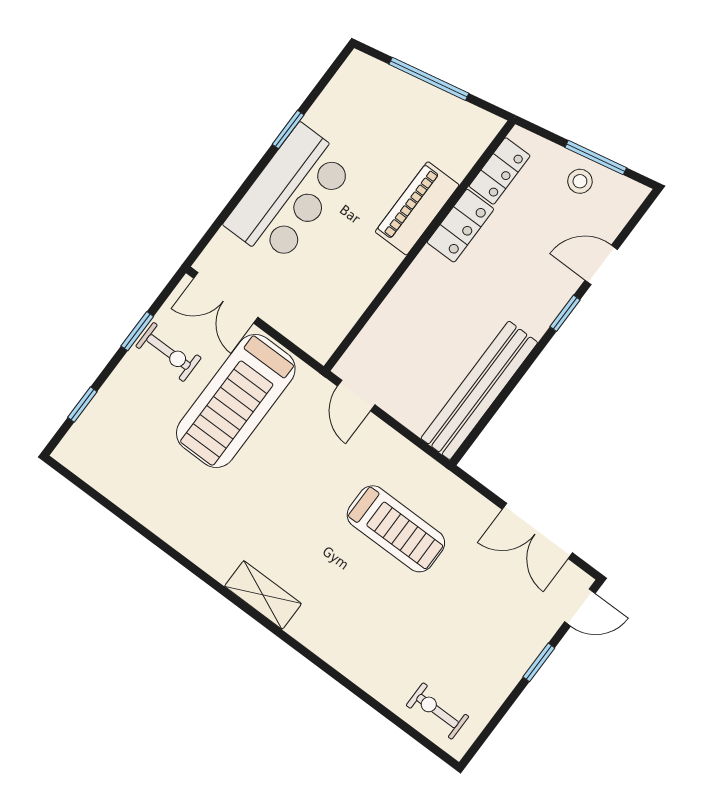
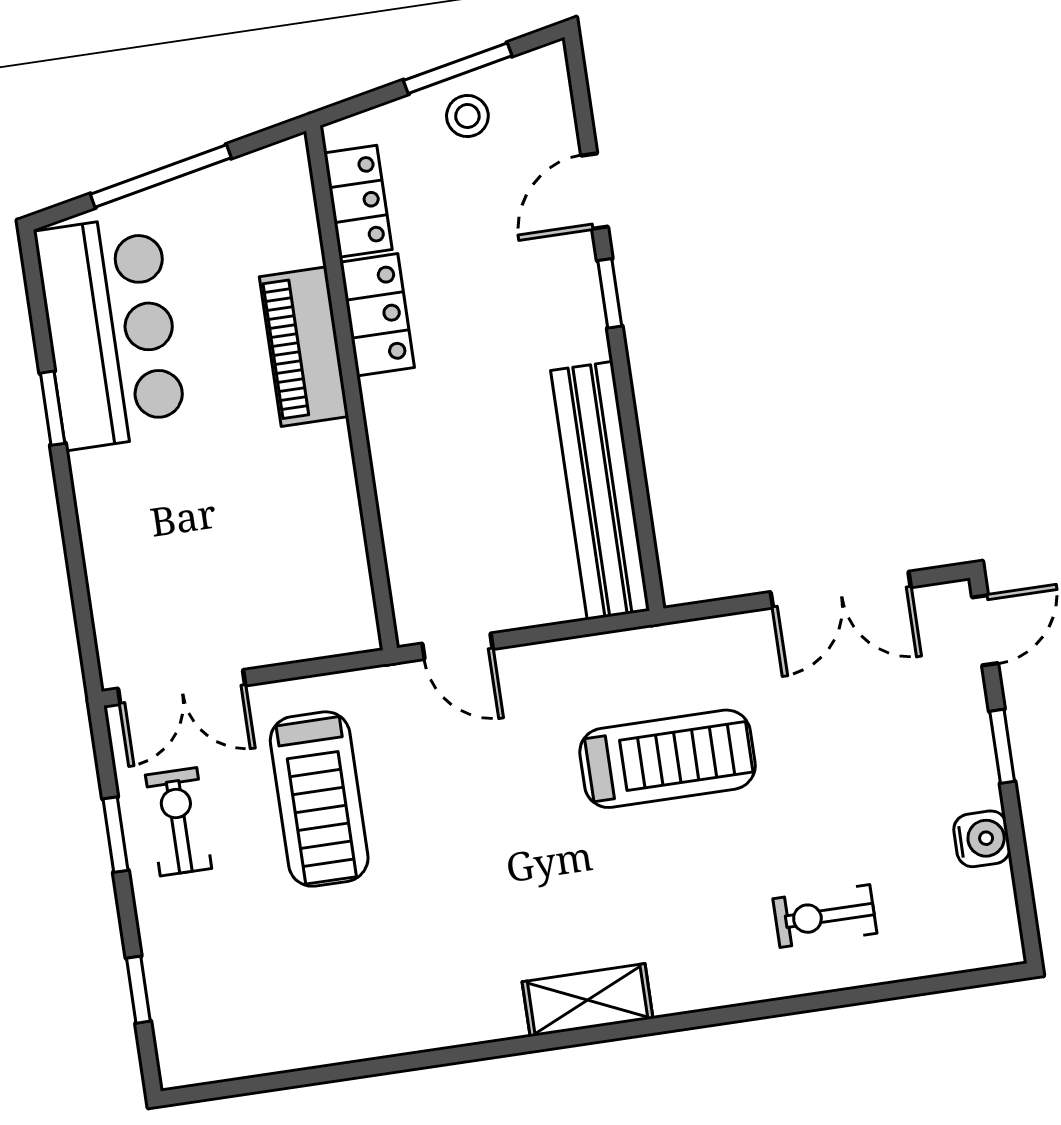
bar counter: (290, 194) -> (111, 332), moved
exercise bike: (169, 352) -> (179, 822), turned -90
treadmill: (236, 401) -> (319, 799), width x0.73, depth x0.73
water cooler: (492, 692) -> (982, 839), added
exercise bike: (437, 711) -> (825, 916), moved

